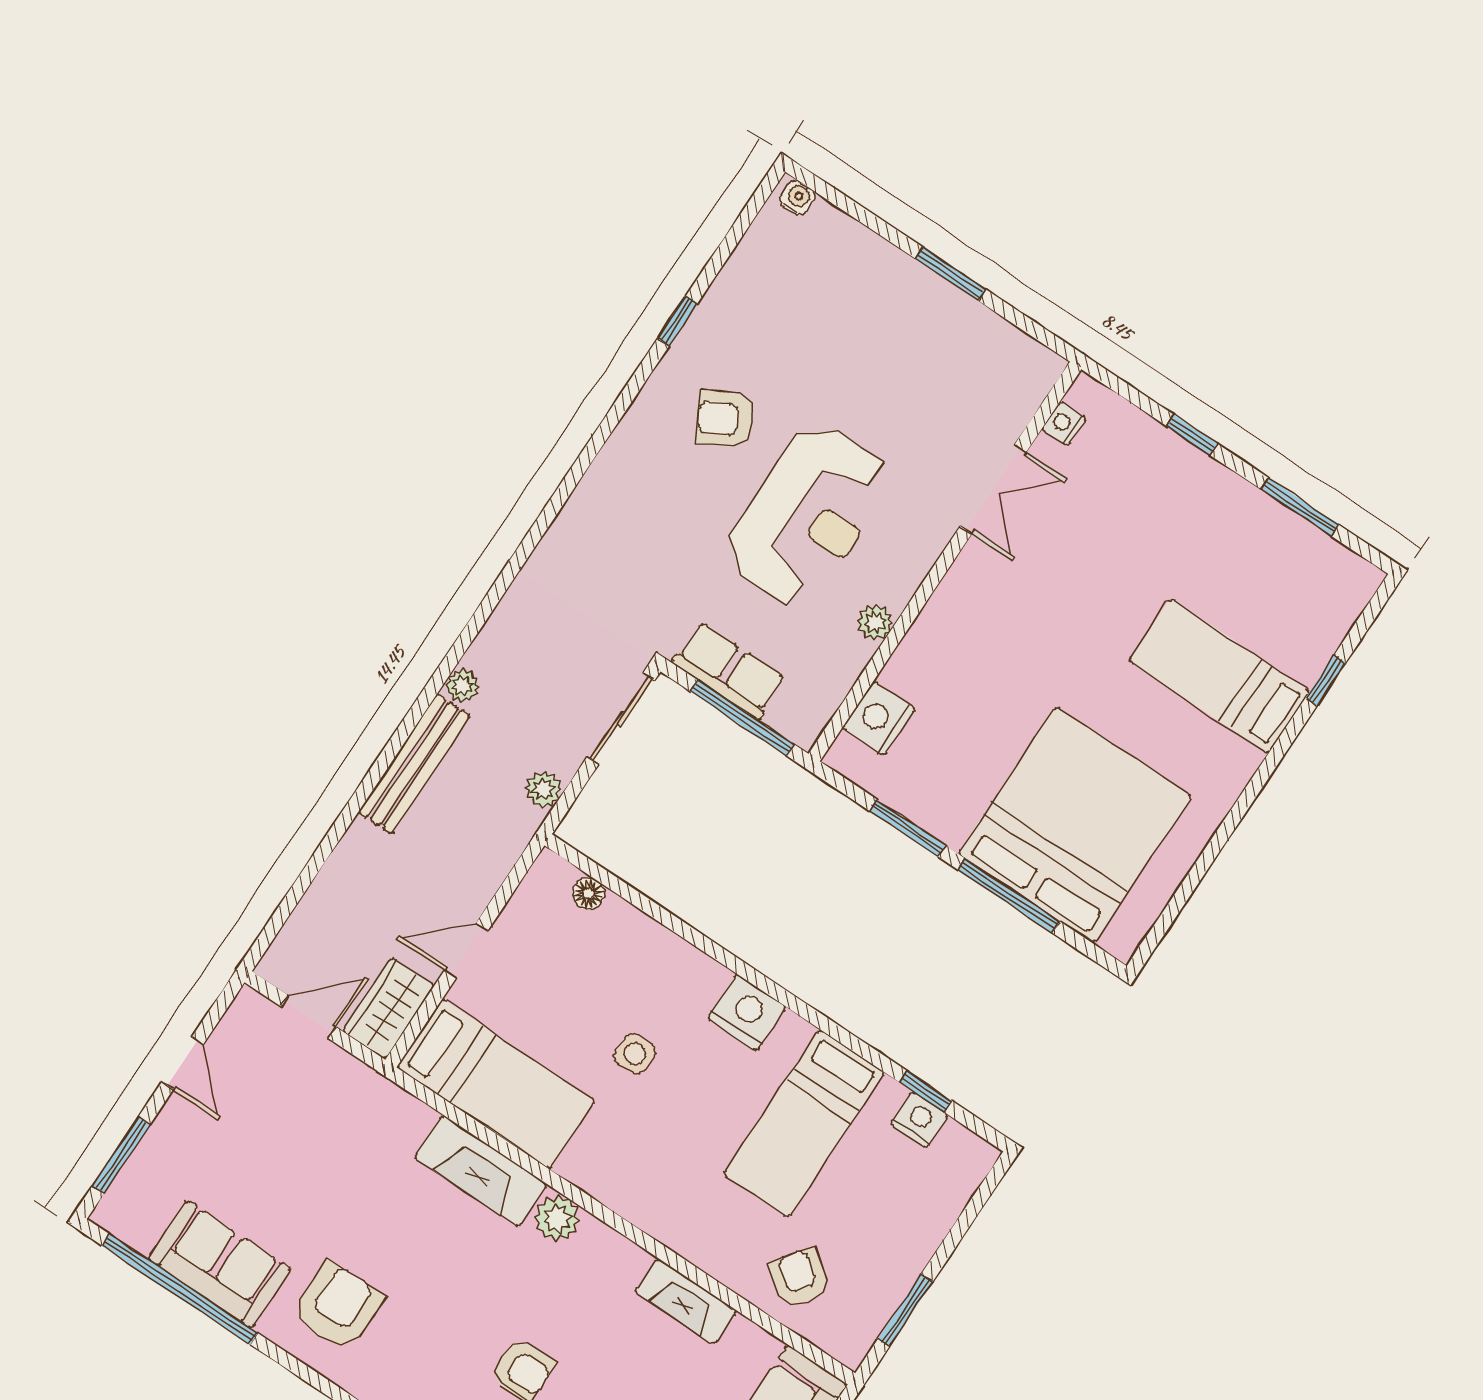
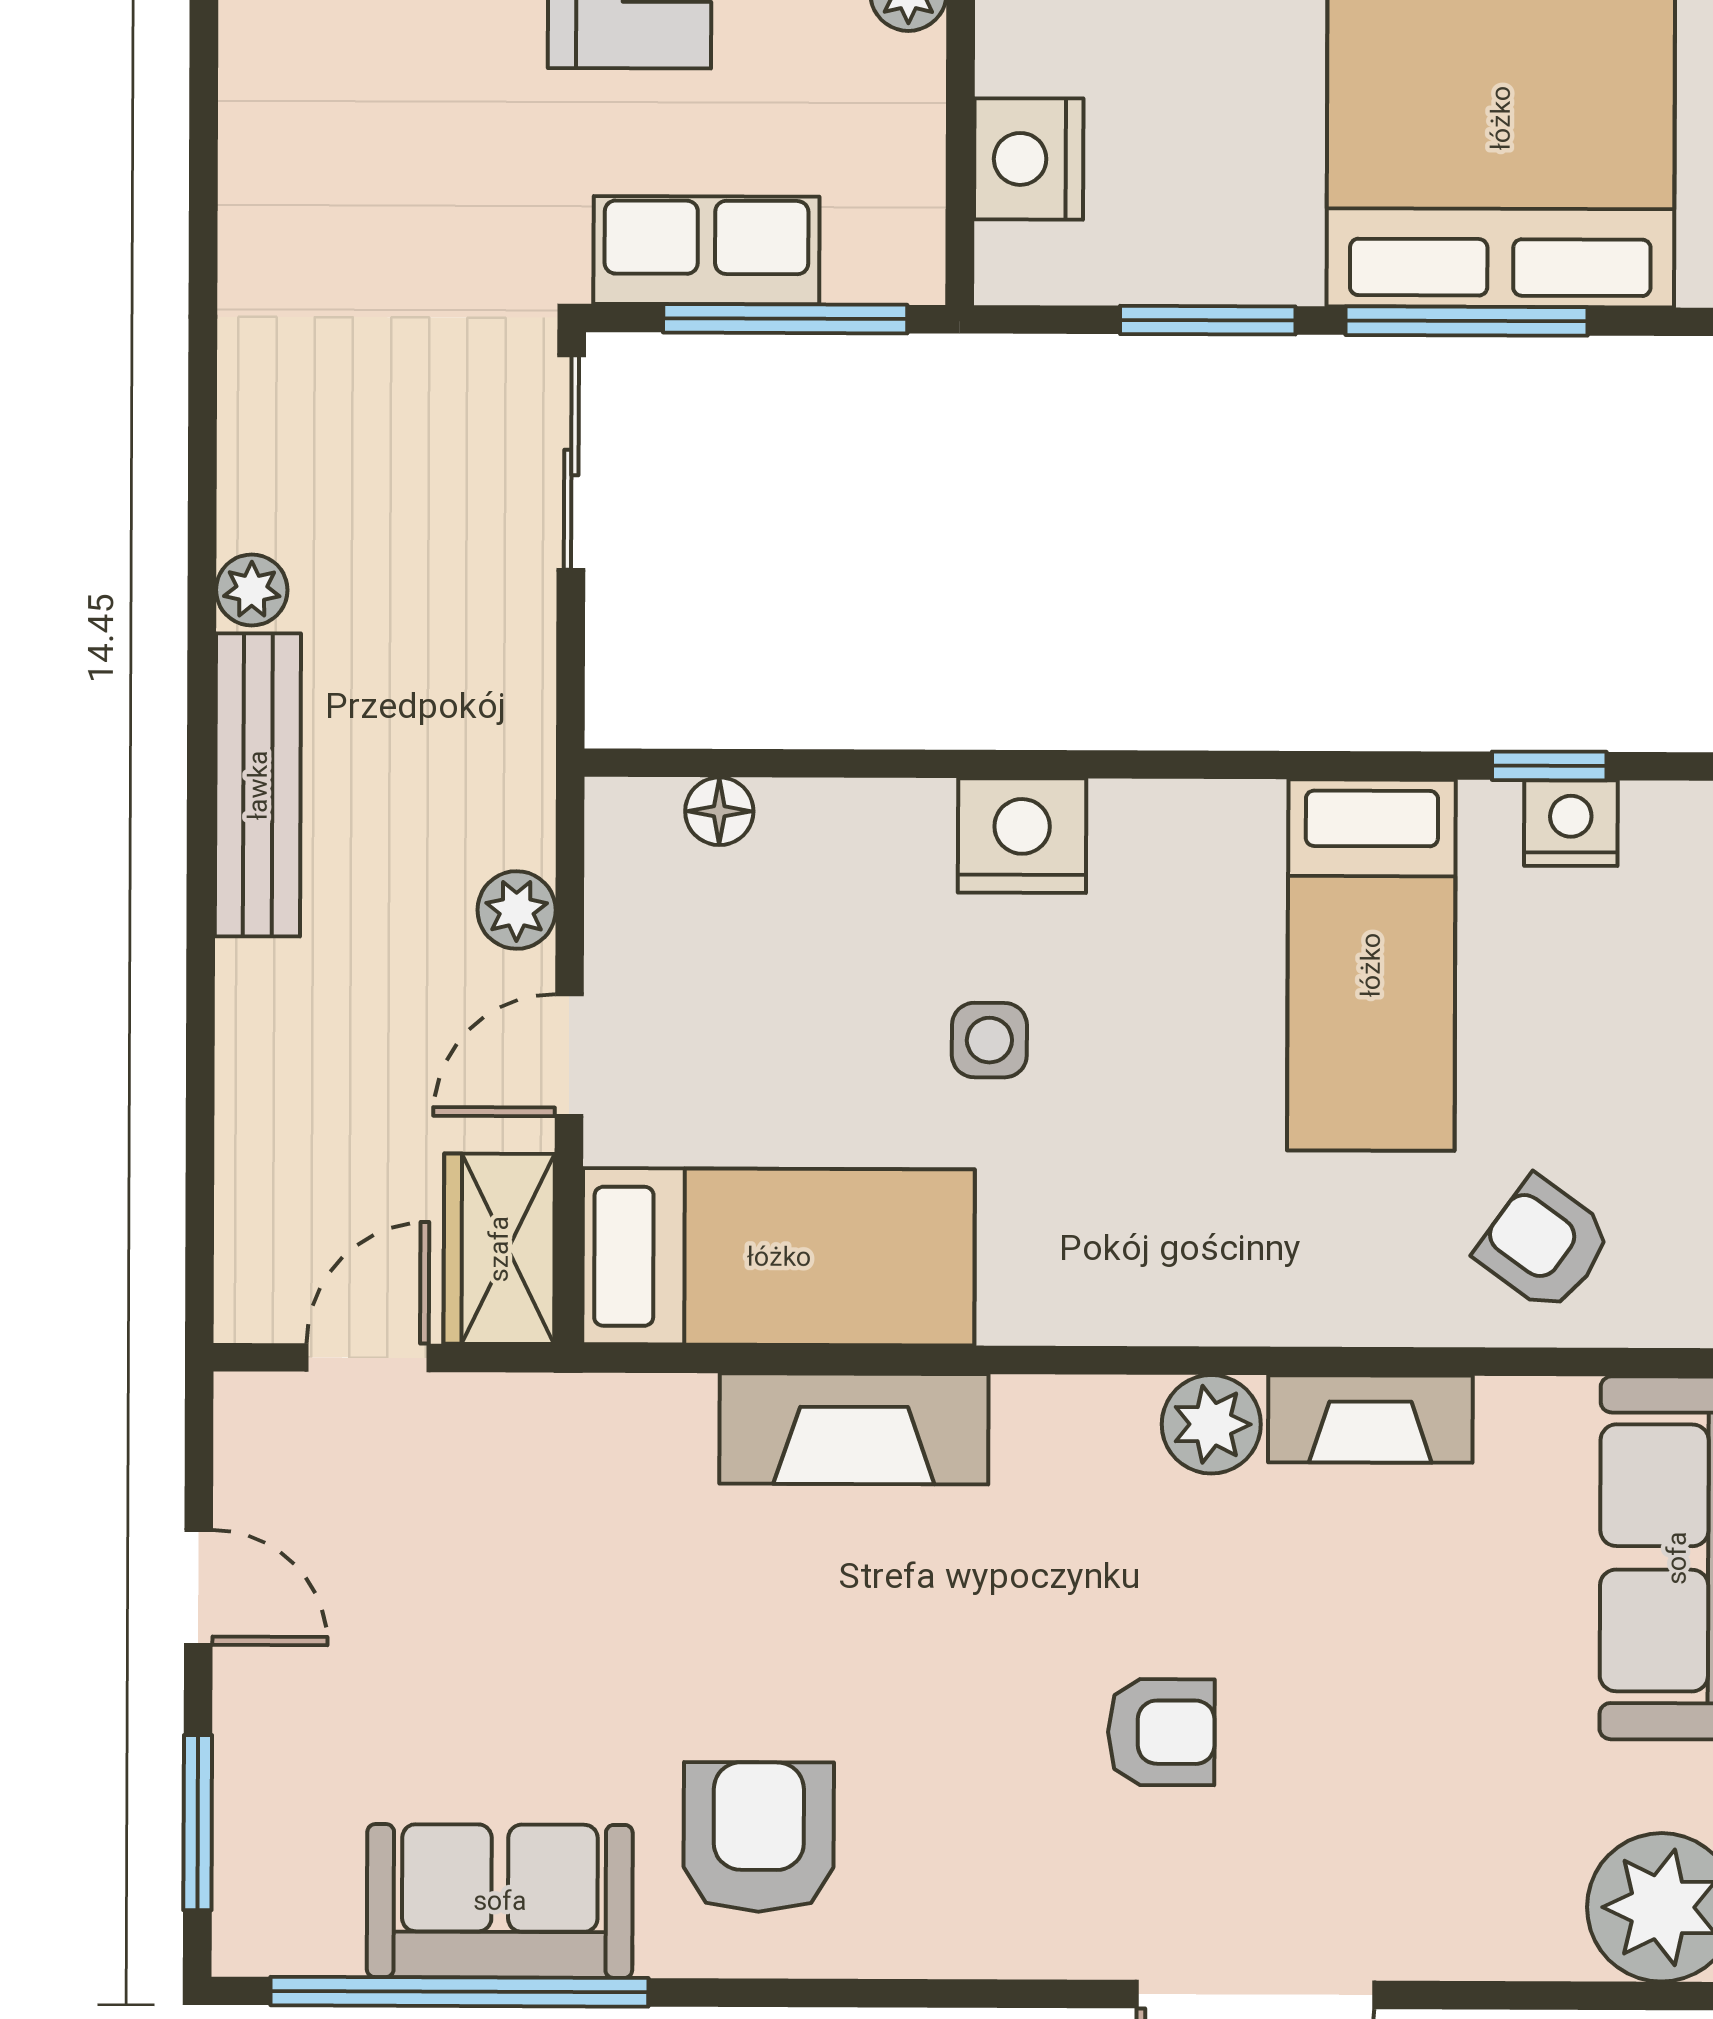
plant: (544, 789) -> (517, 910), moved
nightstand: (747, 1013) -> (1022, 836), moved
plant: (557, 1219) -> (1211, 1424), moved

